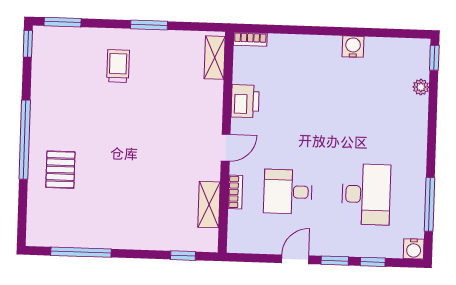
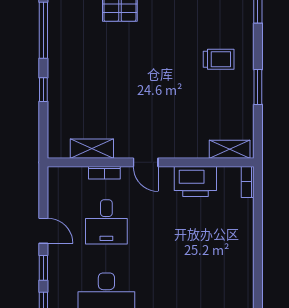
water cooler: (353, 47) -> (244, 278), removed
printer: (245, 101) -> (195, 182), width x1.37, depth x1.19
desk: (288, 192) -> (106, 222), turned 180
window: (183, 256) -> (43, 90), moved

